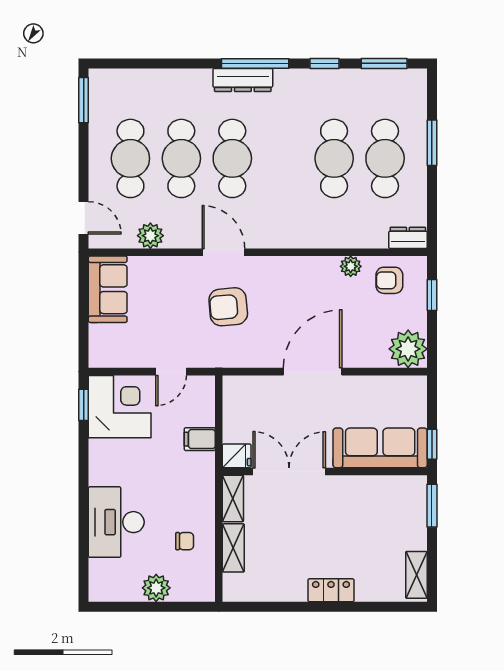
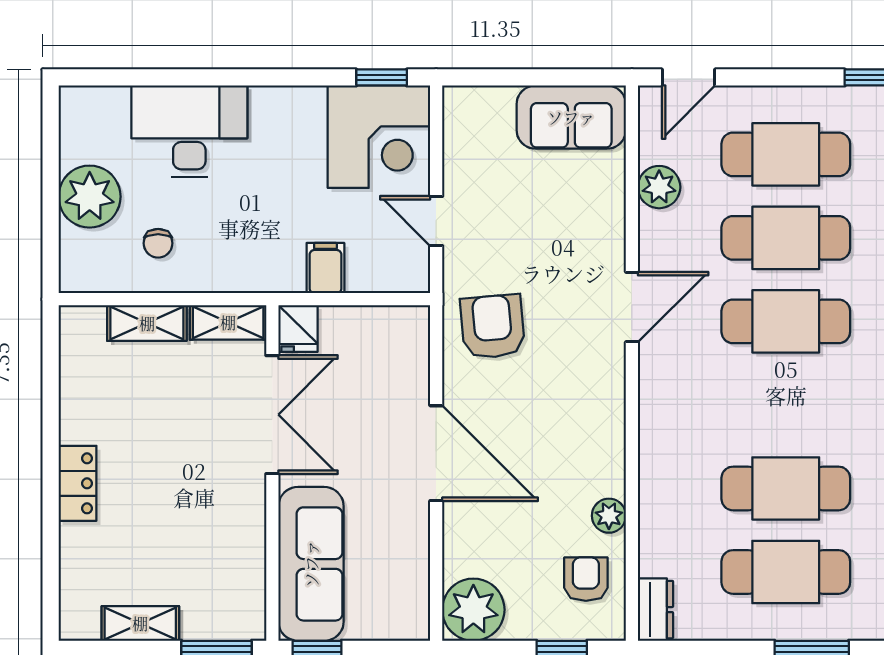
armchair: (228, 307) -> (493, 326), moved
shelving: (416, 575) -> (140, 623), moved
plant: (156, 588) -> (90, 197), width x1.36, depth x1.36

